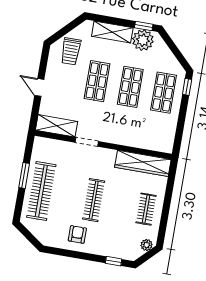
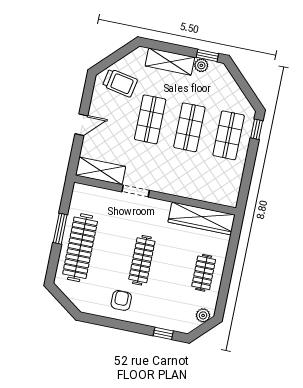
plant: (143, 40) -> (201, 65), width x0.53, depth x0.53
trolley: (71, 51) -> (120, 83), turned -79
door: (39, 87) -> (81, 125), swing flipped

